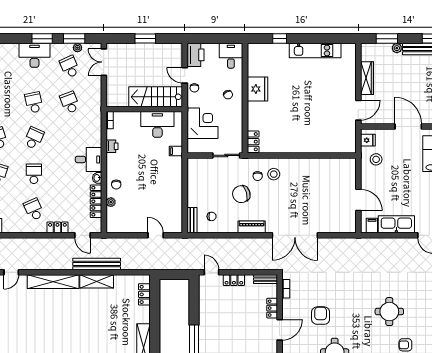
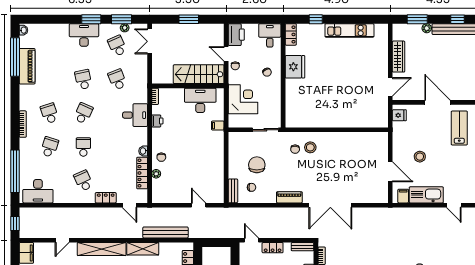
locker: (253, 142) -> (291, 34), moved
desk: (88, 159) -> (135, 115), moved
stool: (376, 159) -> (420, 157), moved
chair: (241, 194) -> (257, 165), moved, turned 106
bench: (97, 264) -> (165, 232), moved

